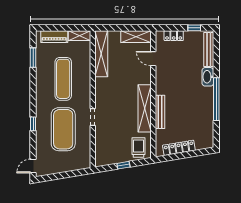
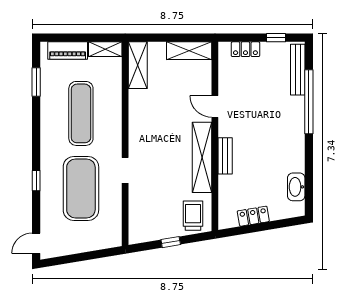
shelving: (101, 54) -> (138, 65), width x0.68
door: (153, 59) -> (215, 106), moved
washbasin: (208, 77) -> (296, 187), moved
window: (216, 99) -> (309, 102), moved
bench: (160, 112) -> (225, 156), width x0.73
locker: (179, 148) -> (253, 216), width x0.66

